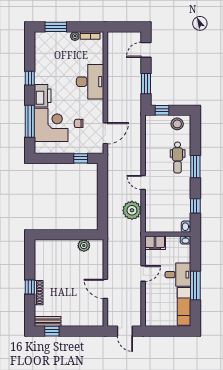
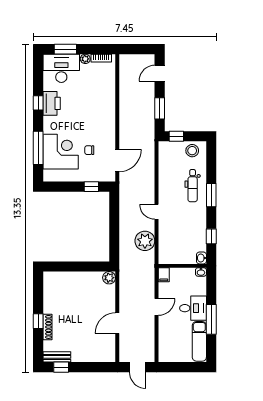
desk: (90, 82) -> (61, 68), moved, turned -90
printer: (43, 96) -> (52, 103), moved
filing cabinet: (155, 243) -> (164, 275), width x0.50
plant: (84, 246) -> (109, 278), moved
door: (105, 289) -> (117, 323), hinge flipped

